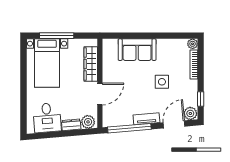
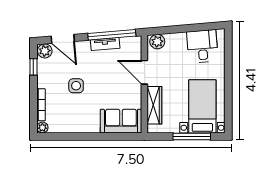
sofa: (137, 50) -> (121, 121), moved
door: (100, 94) -> (144, 72), hinge flipped
tv unit: (146, 119) -> (105, 44), moved
door: (174, 124) -> (63, 39), hinge flipped
dresser: (71, 125) -> (176, 38), removed

